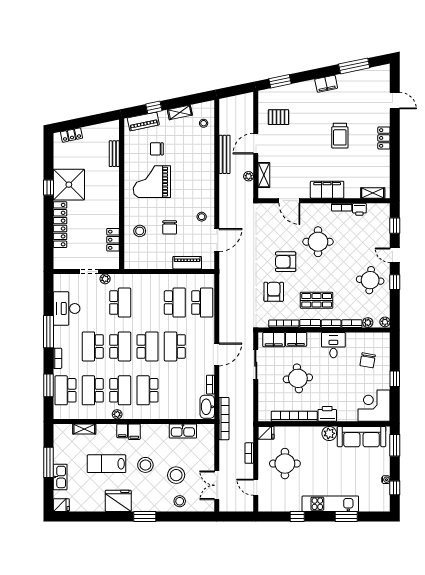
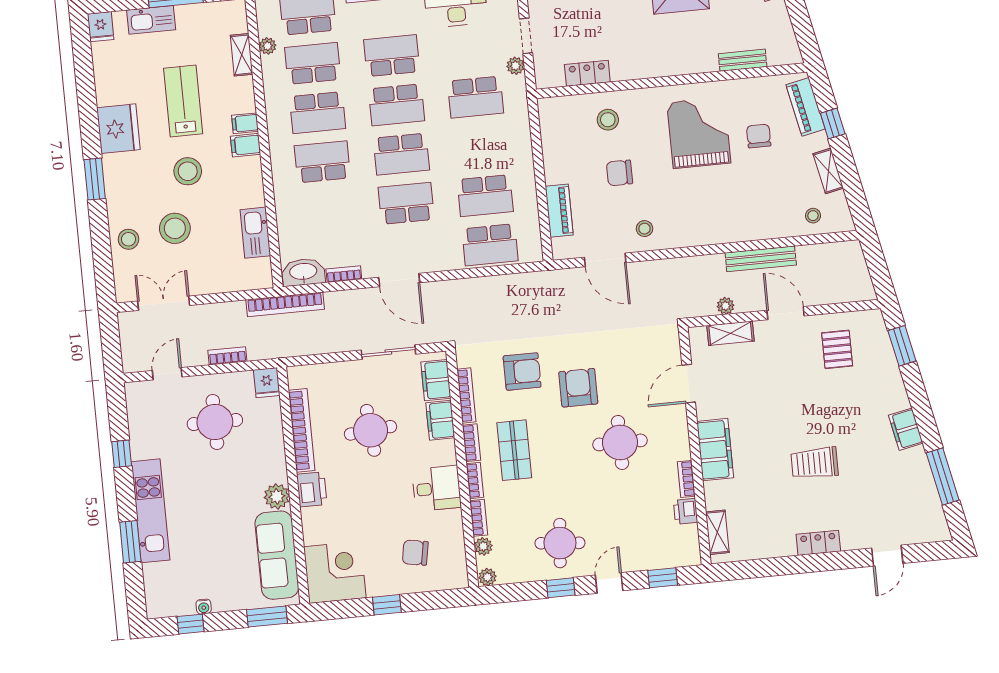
plant: (117, 414) -> (268, 46), moved

